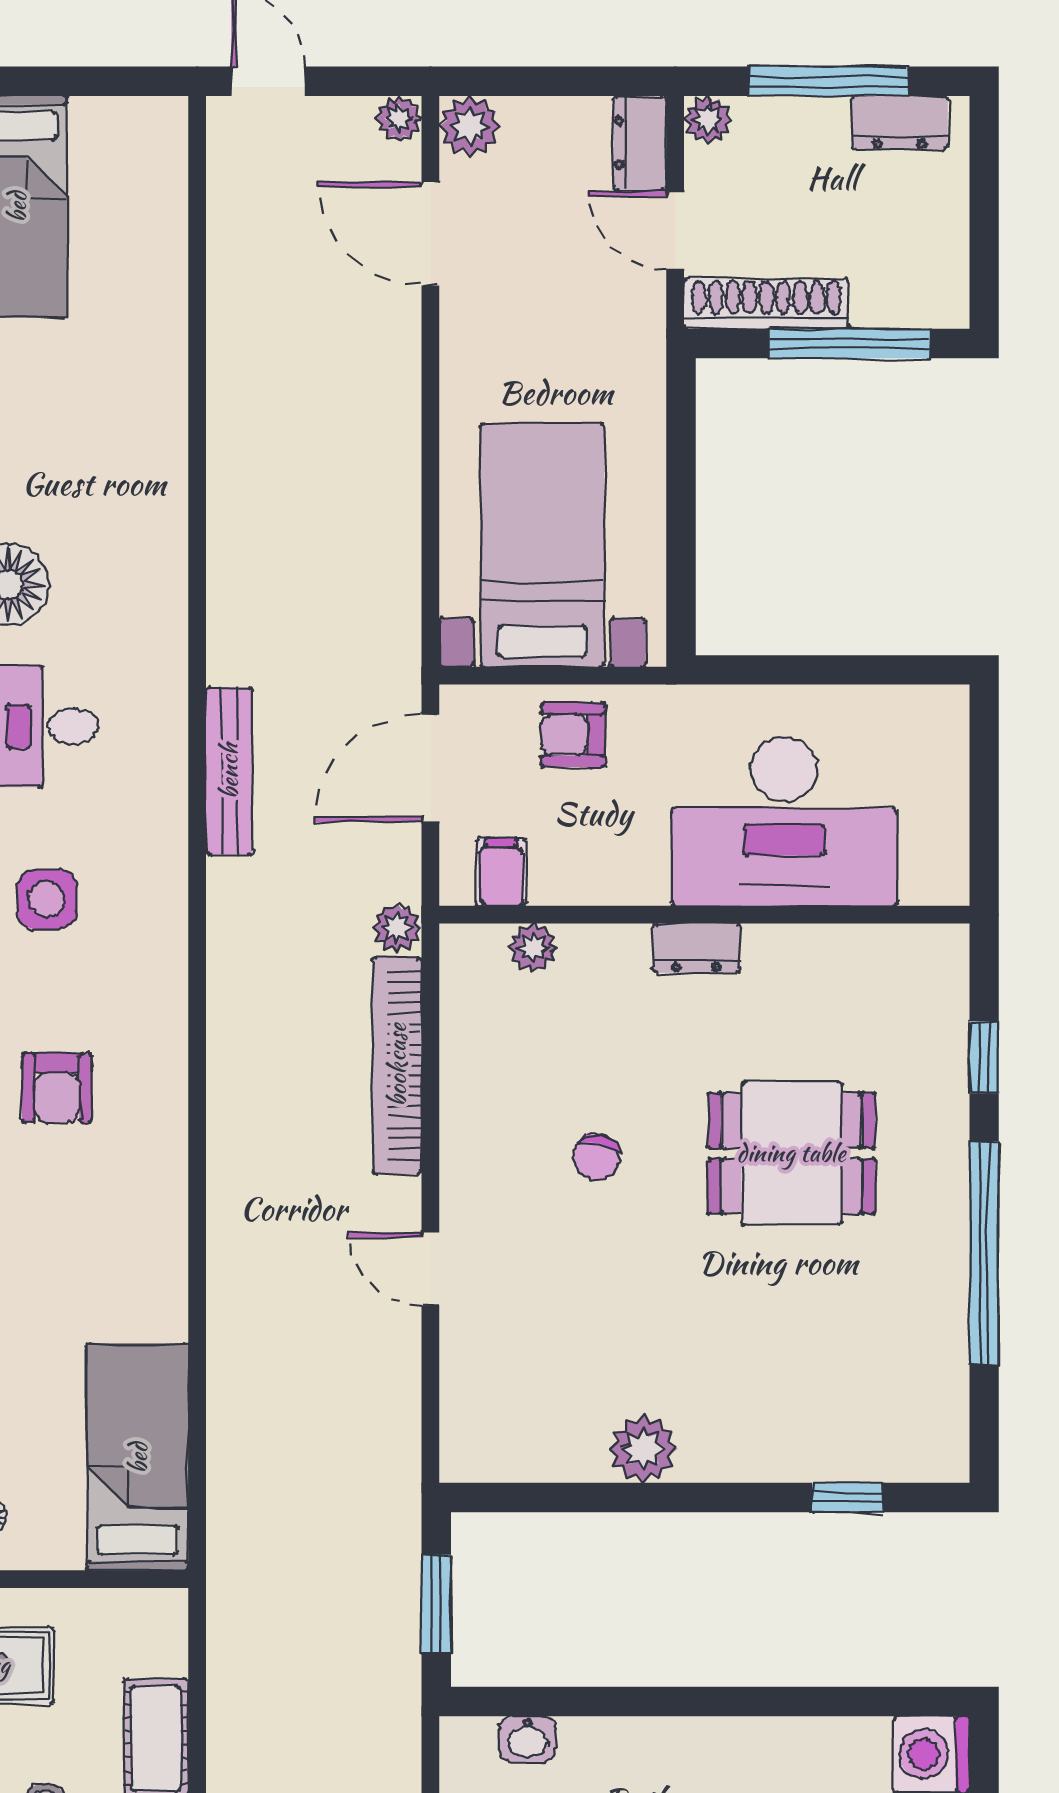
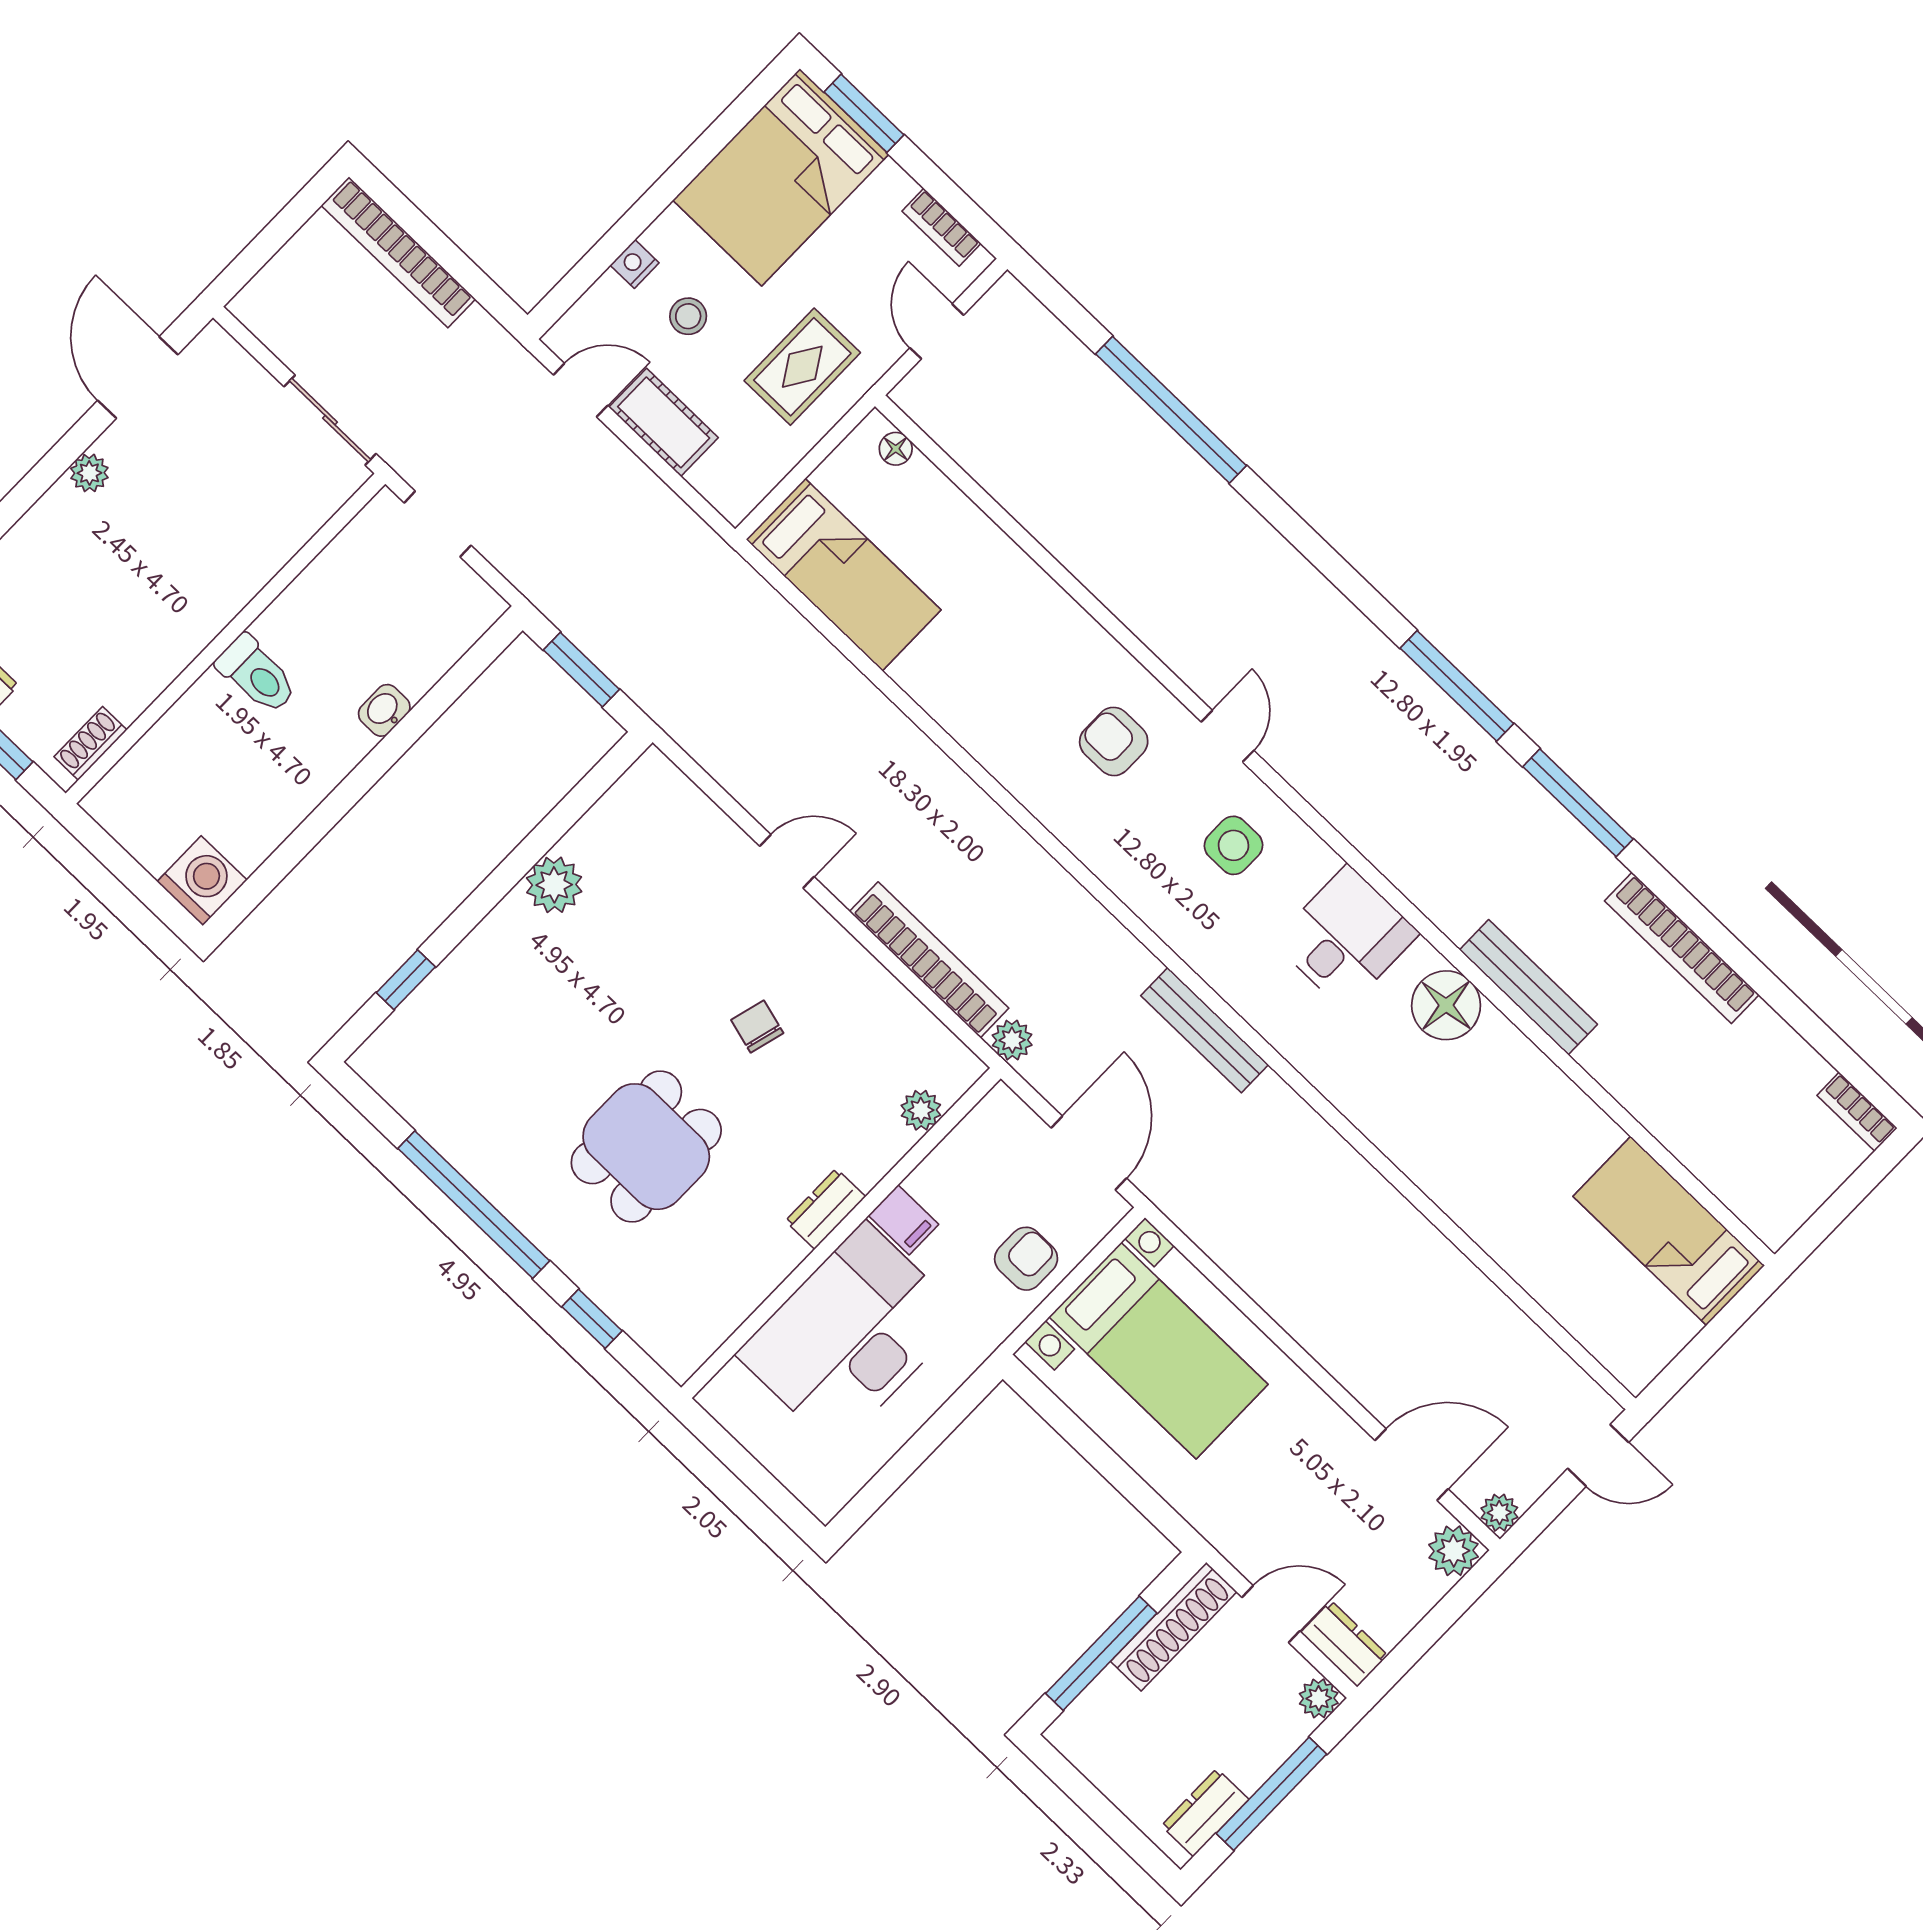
filing cabinet: (501, 872) -> (903, 1220), moved
washbasin: (528, 1739) -> (384, 710), moved

